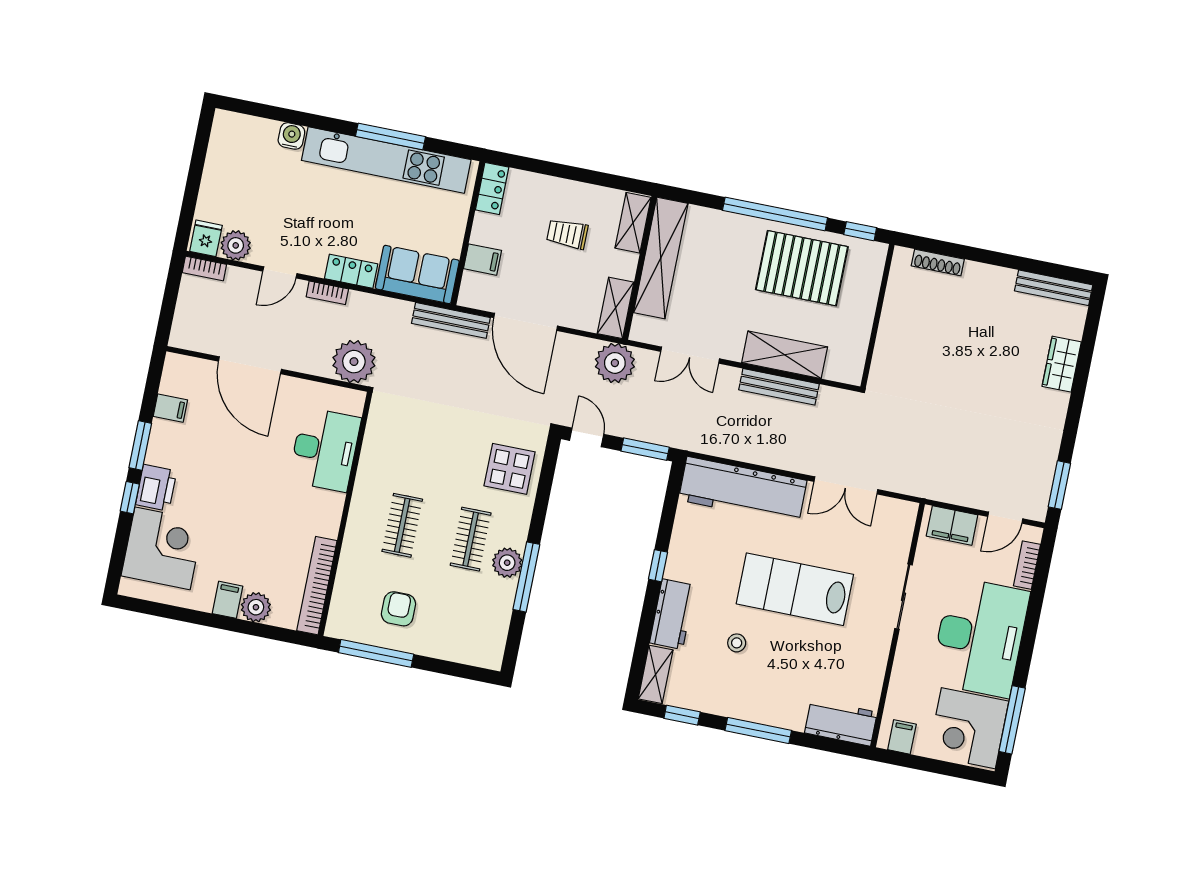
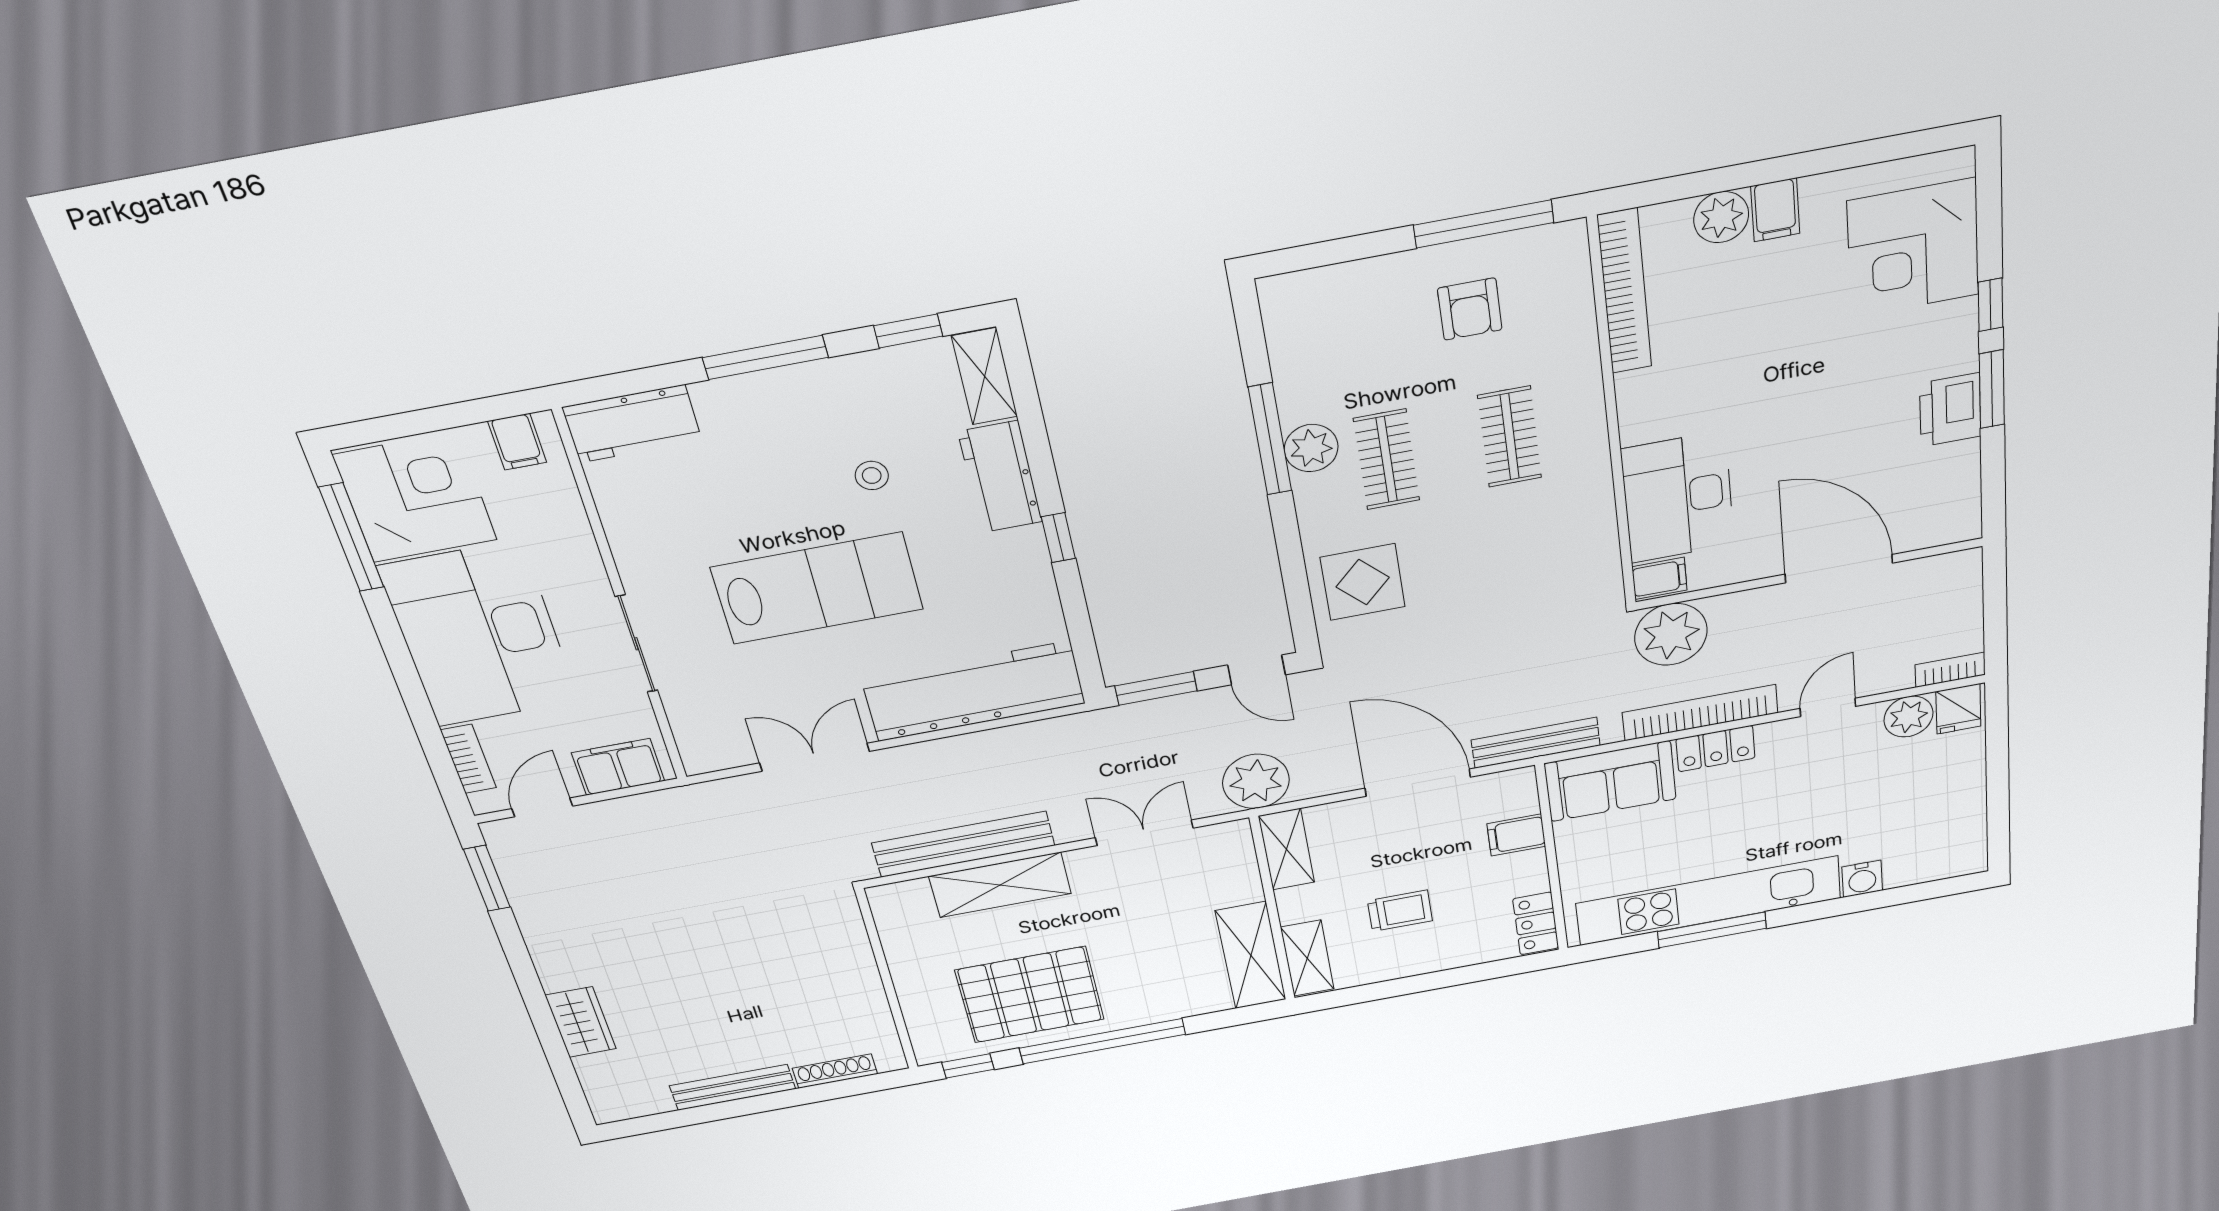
shelving: (661, 258) -> (1251, 955), width x0.68
bench: (1054, 288) -> (733, 1087), moved
bookcase: (327, 293) -> (1700, 713), width x2.31, depth x1.31
bench: (779, 387) -> (963, 844), width x1.37, depth x1.21
filing cabinet: (170, 408) -> (1660, 578), moved, turned 180
printer: (156, 488) -> (1950, 410), moved

